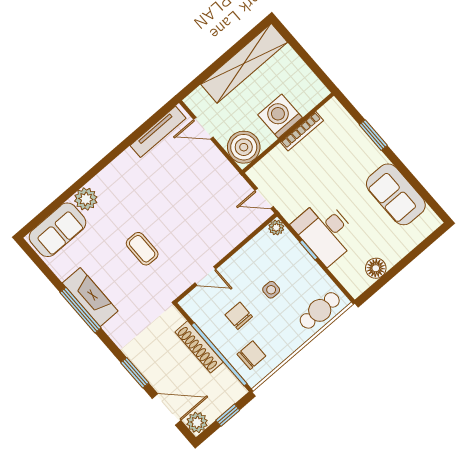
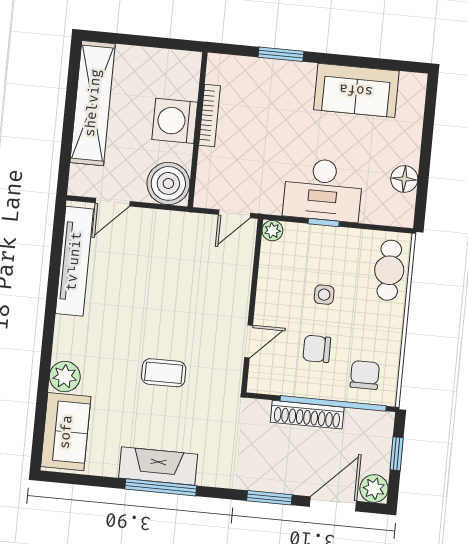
tv unit: (158, 132) -> (74, 261), width x1.36, depth x1.29

